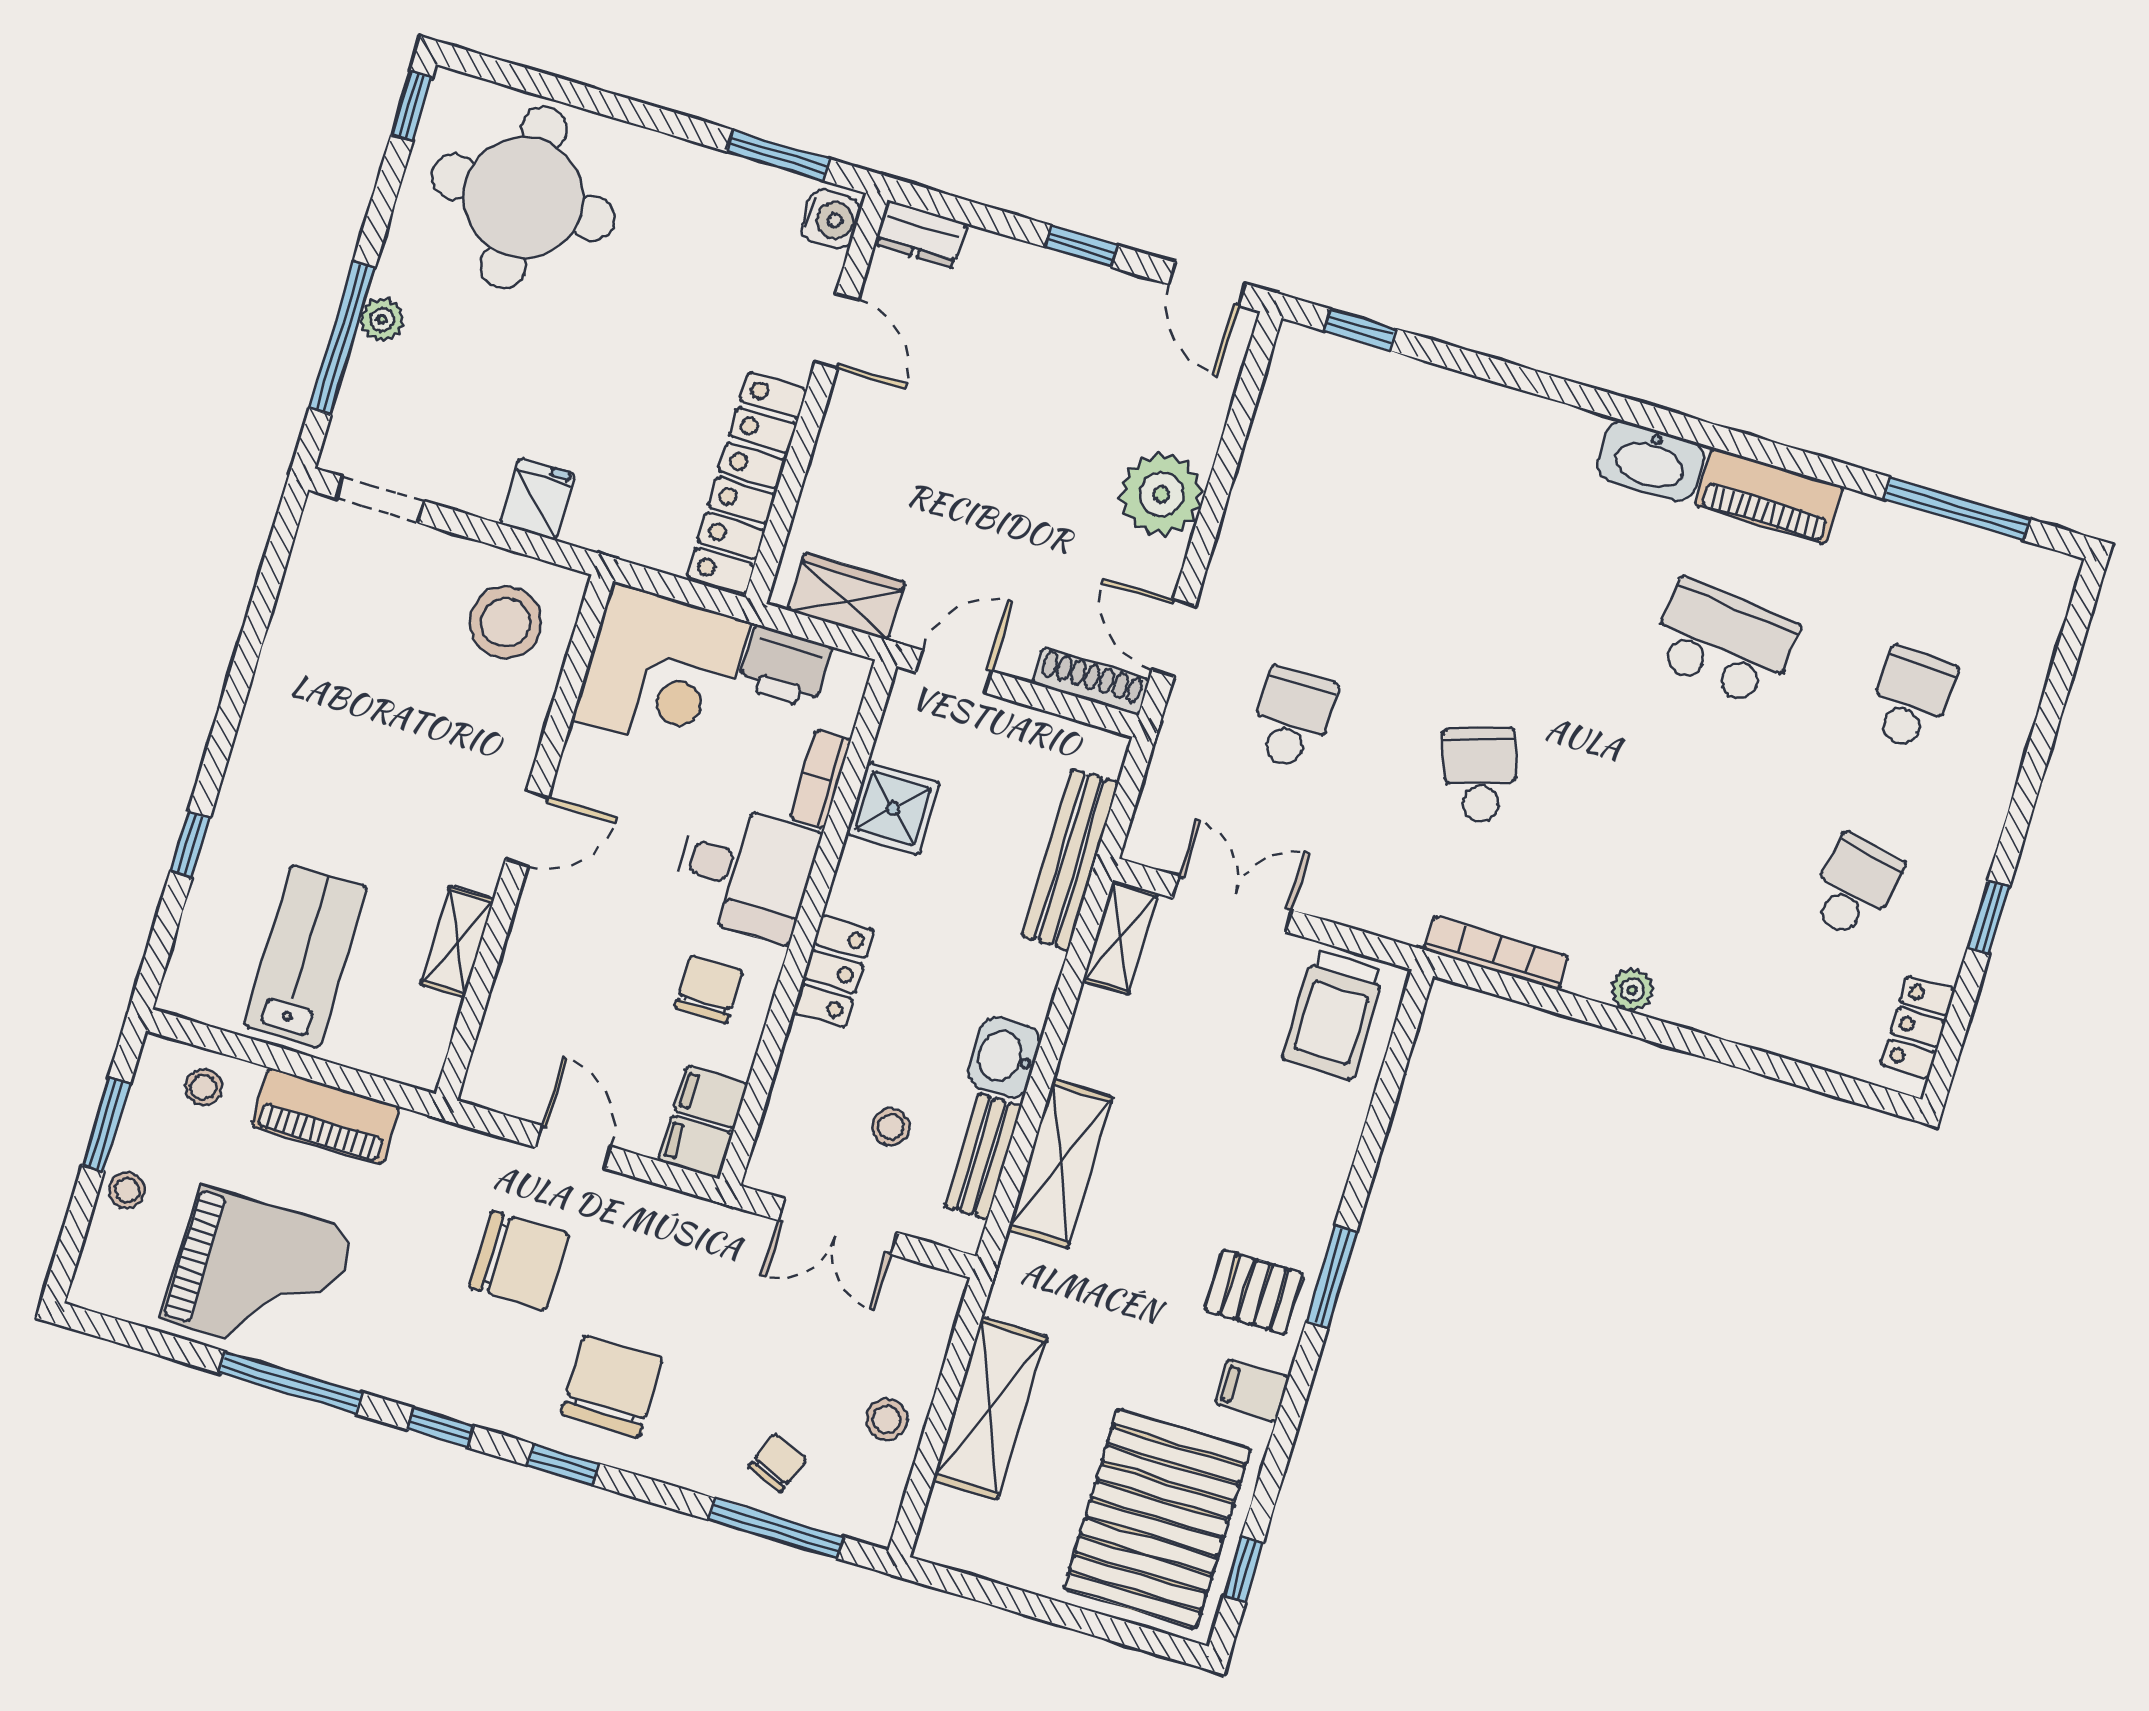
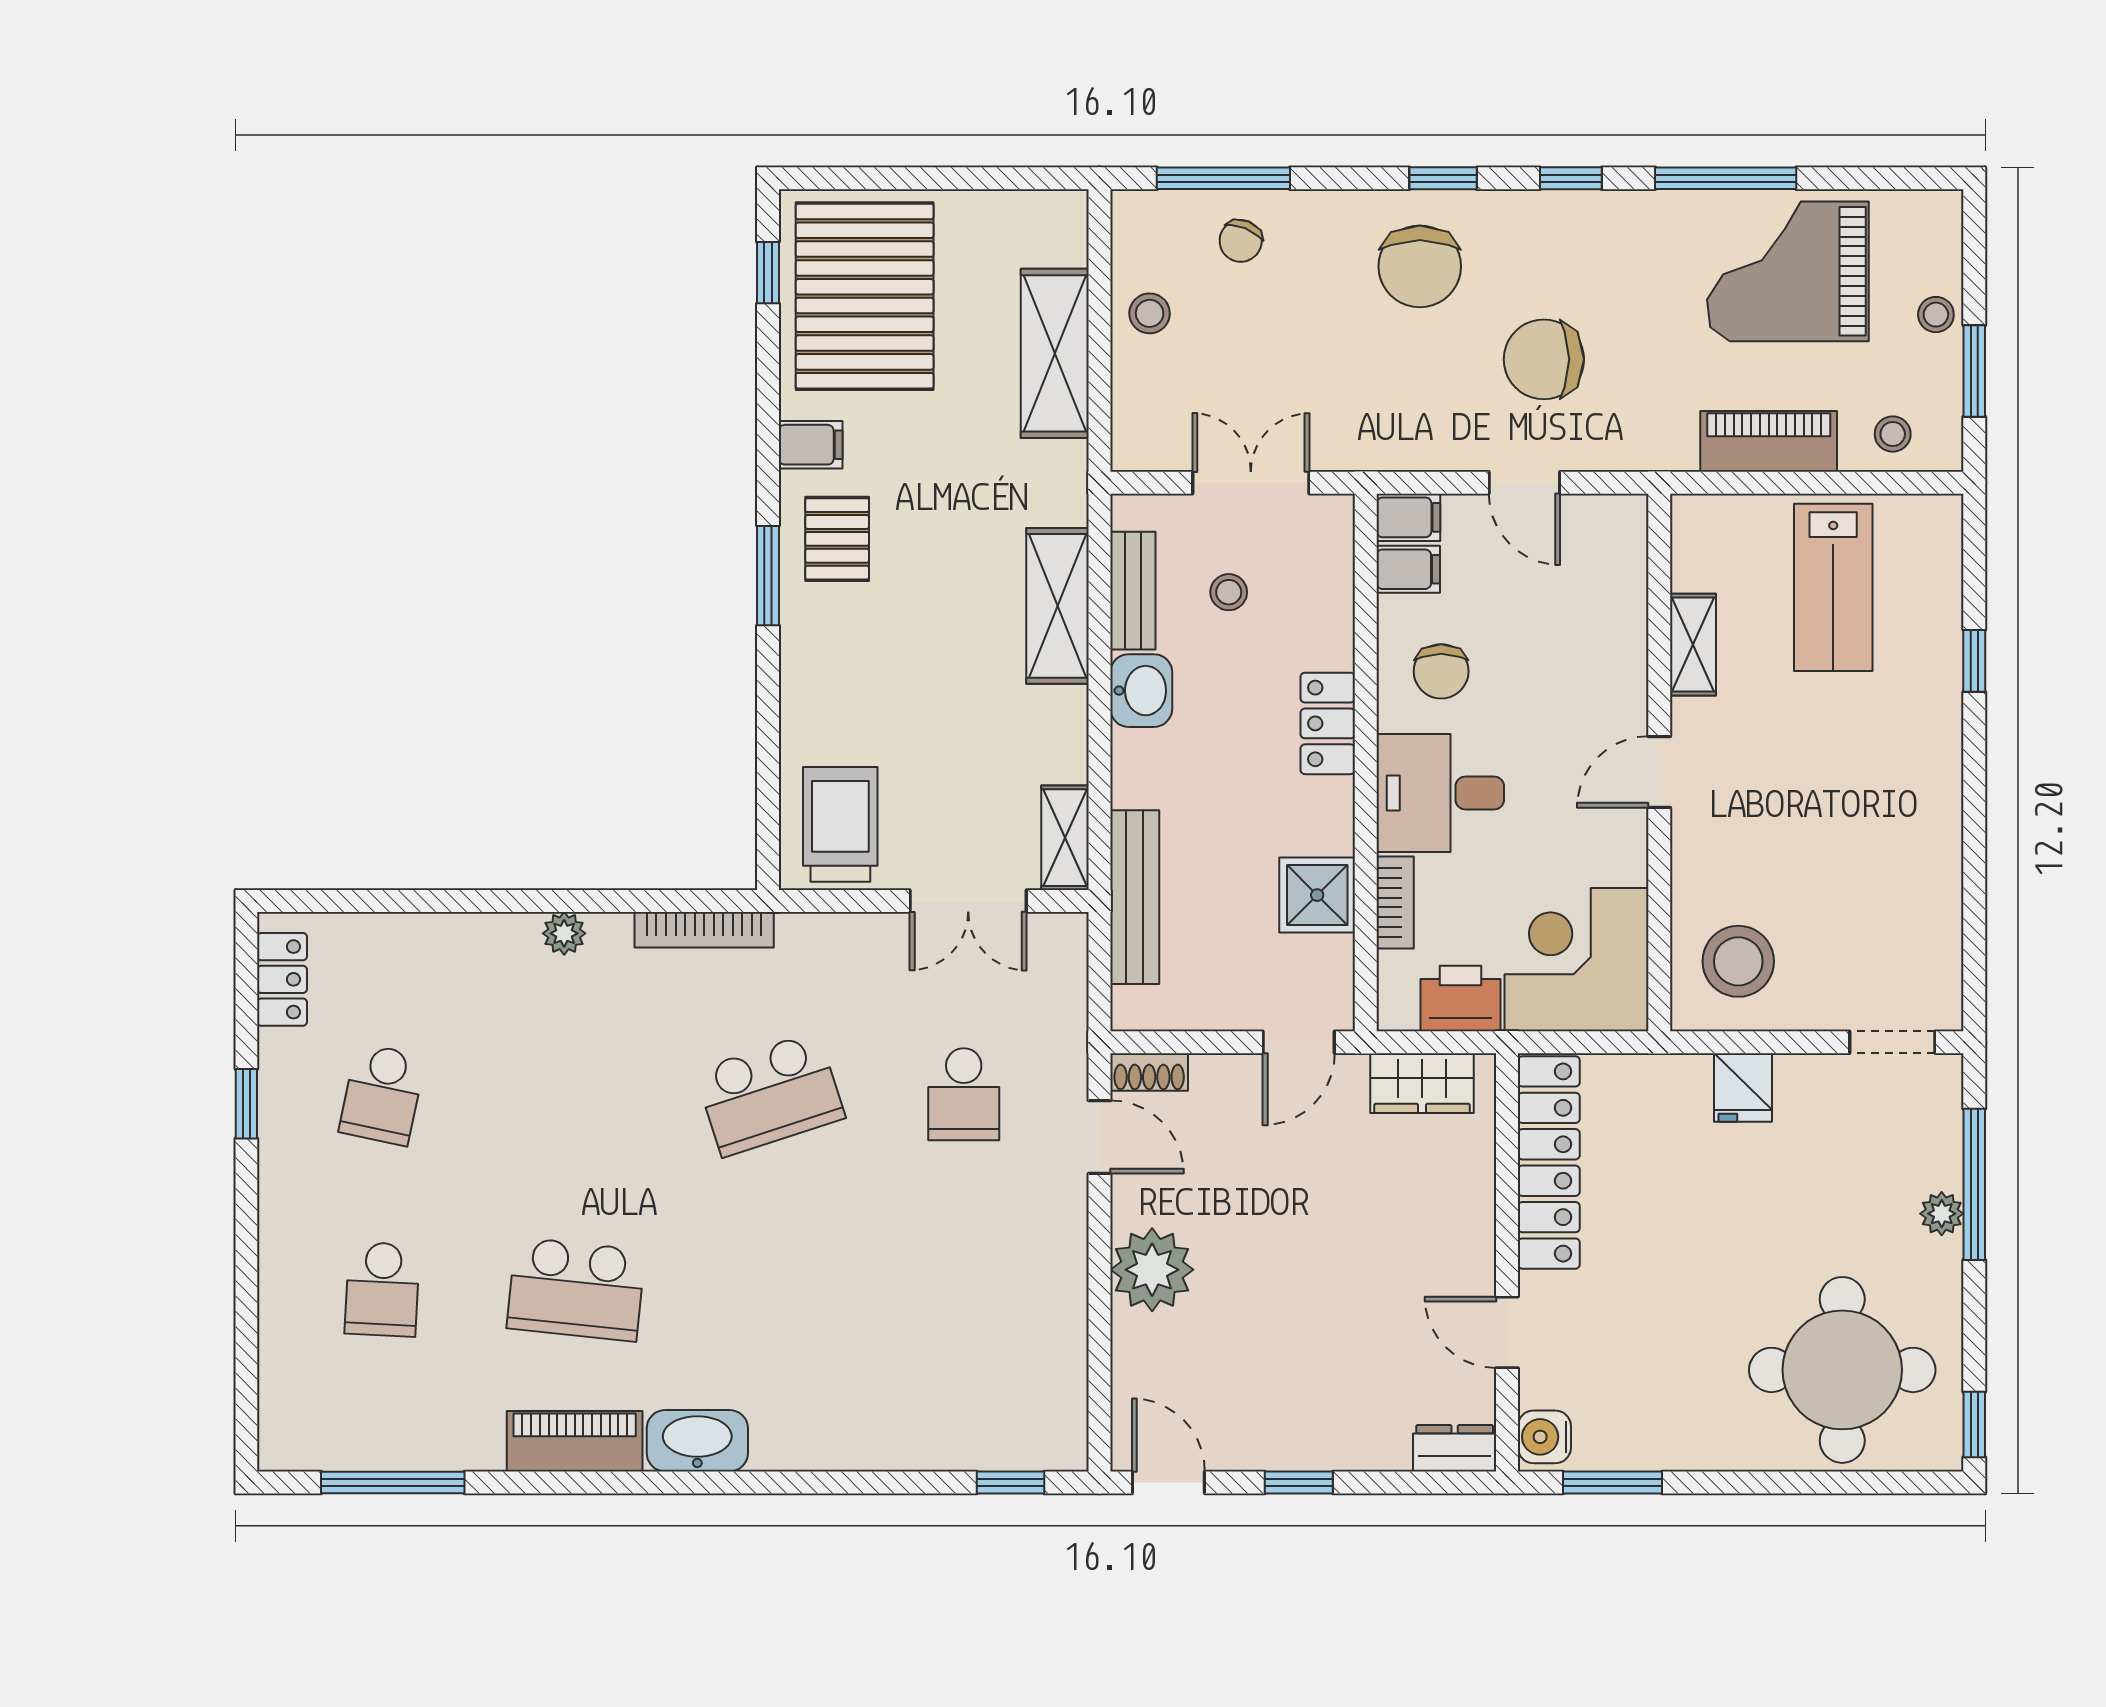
shoe rack: (1091, 681) -> (1149, 1072), width x0.70
school desk: (1480, 775) -> (770, 1094), width x1.85
pallet: (1254, 1292) -> (837, 539), turned 90

